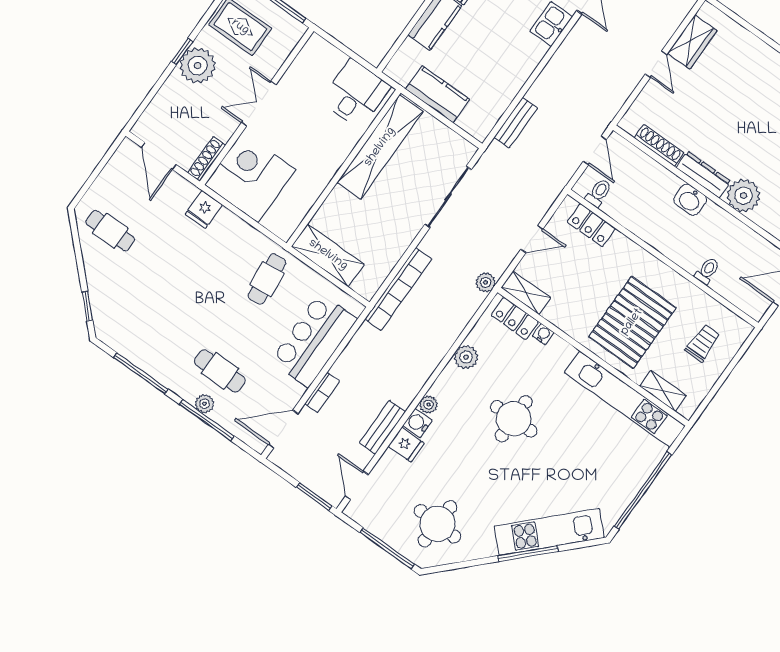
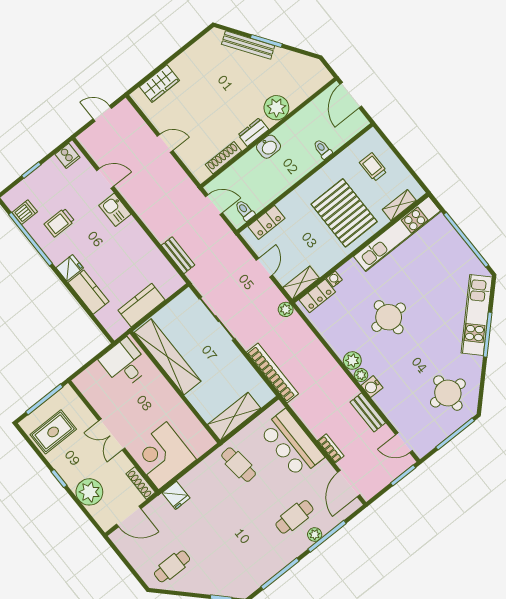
wardrobe: (692, 42) -> (159, 84), moved, turned 90
plant: (198, 65) -> (89, 492), moved
dresser: (703, 175) -> (253, 132), width x0.70
plant: (466, 357) -> (352, 360), moved
fridge: (406, 445) -> (385, 399), removed

